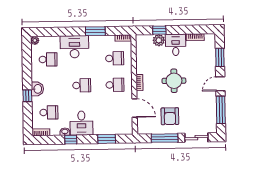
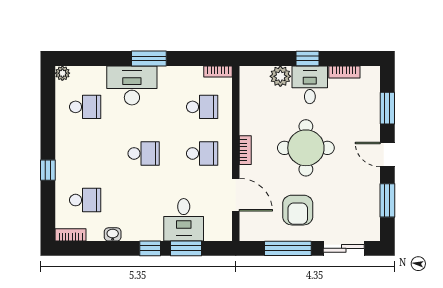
window: (159, 30) -> (307, 59), moved
window: (95, 31) -> (149, 59), moved
round table: (174, 81) -> (306, 148), width x1.36, depth x1.36
door: (220, 84) -> (387, 155), hinge flipped
washbasin: (37, 89) -> (66, 158), removed
window: (221, 110) -> (387, 200), width x0.69
desk: (81, 123) -> (184, 220), moved
window: (71, 140) -> (150, 248), moved

